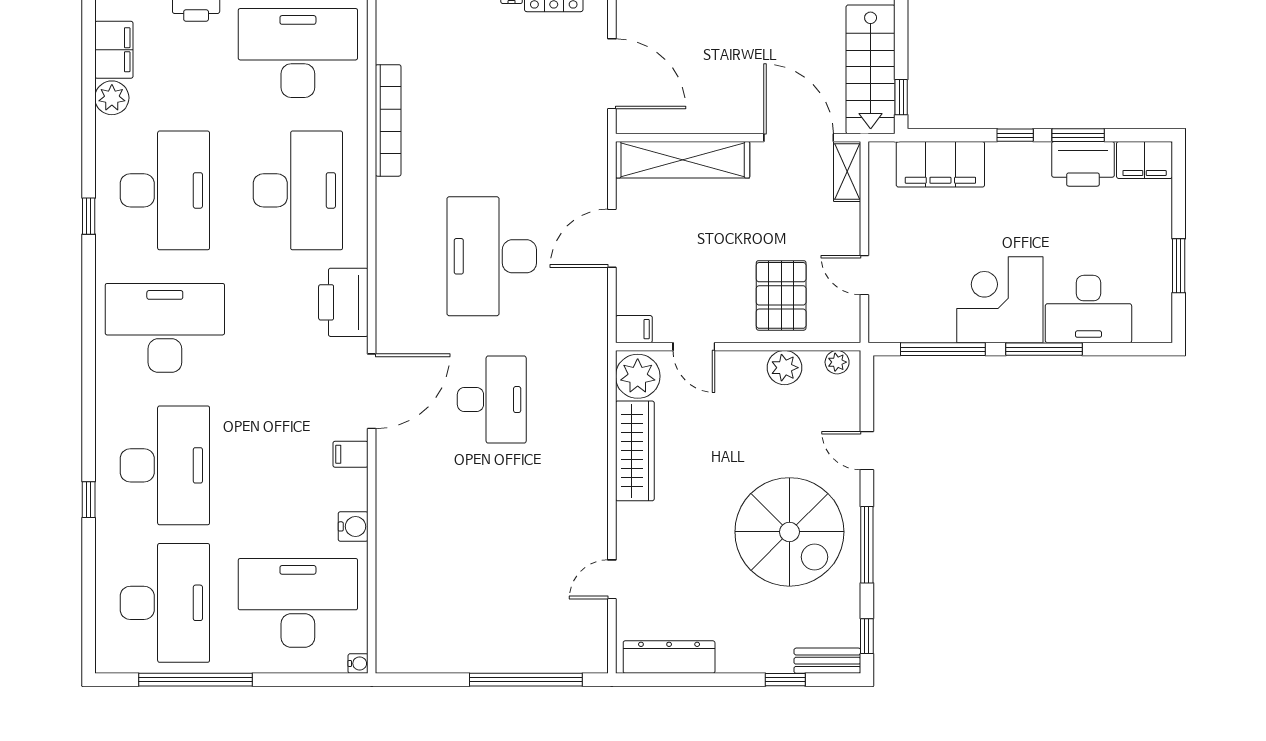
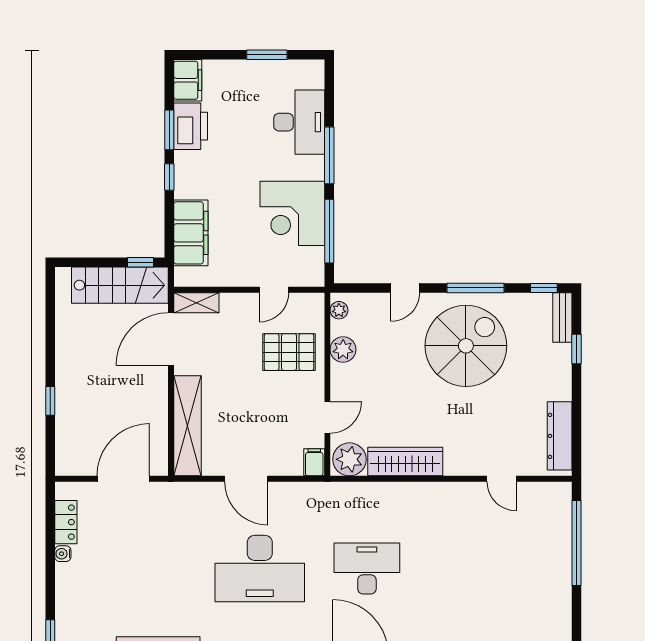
corner desk: (1000, 300) -> (292, 213), moved

